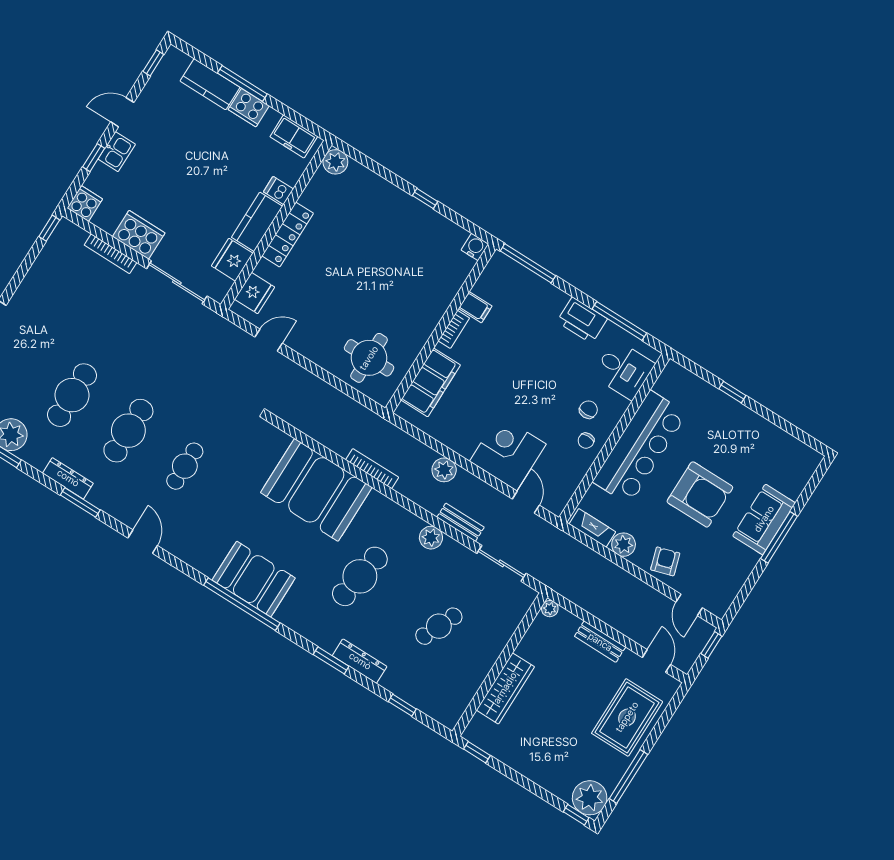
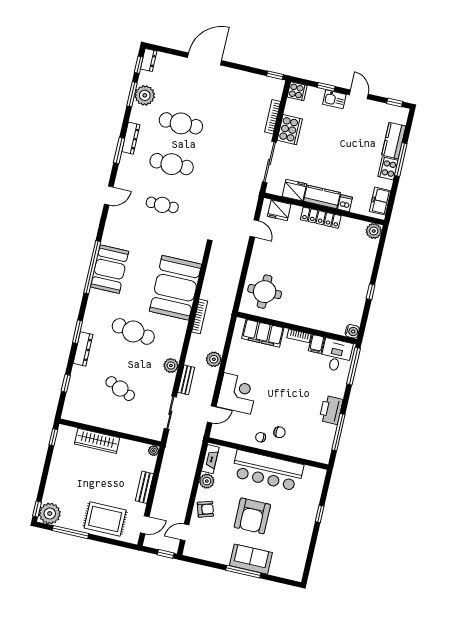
desk: (624, 370) -> (336, 355), moved, turned 180

